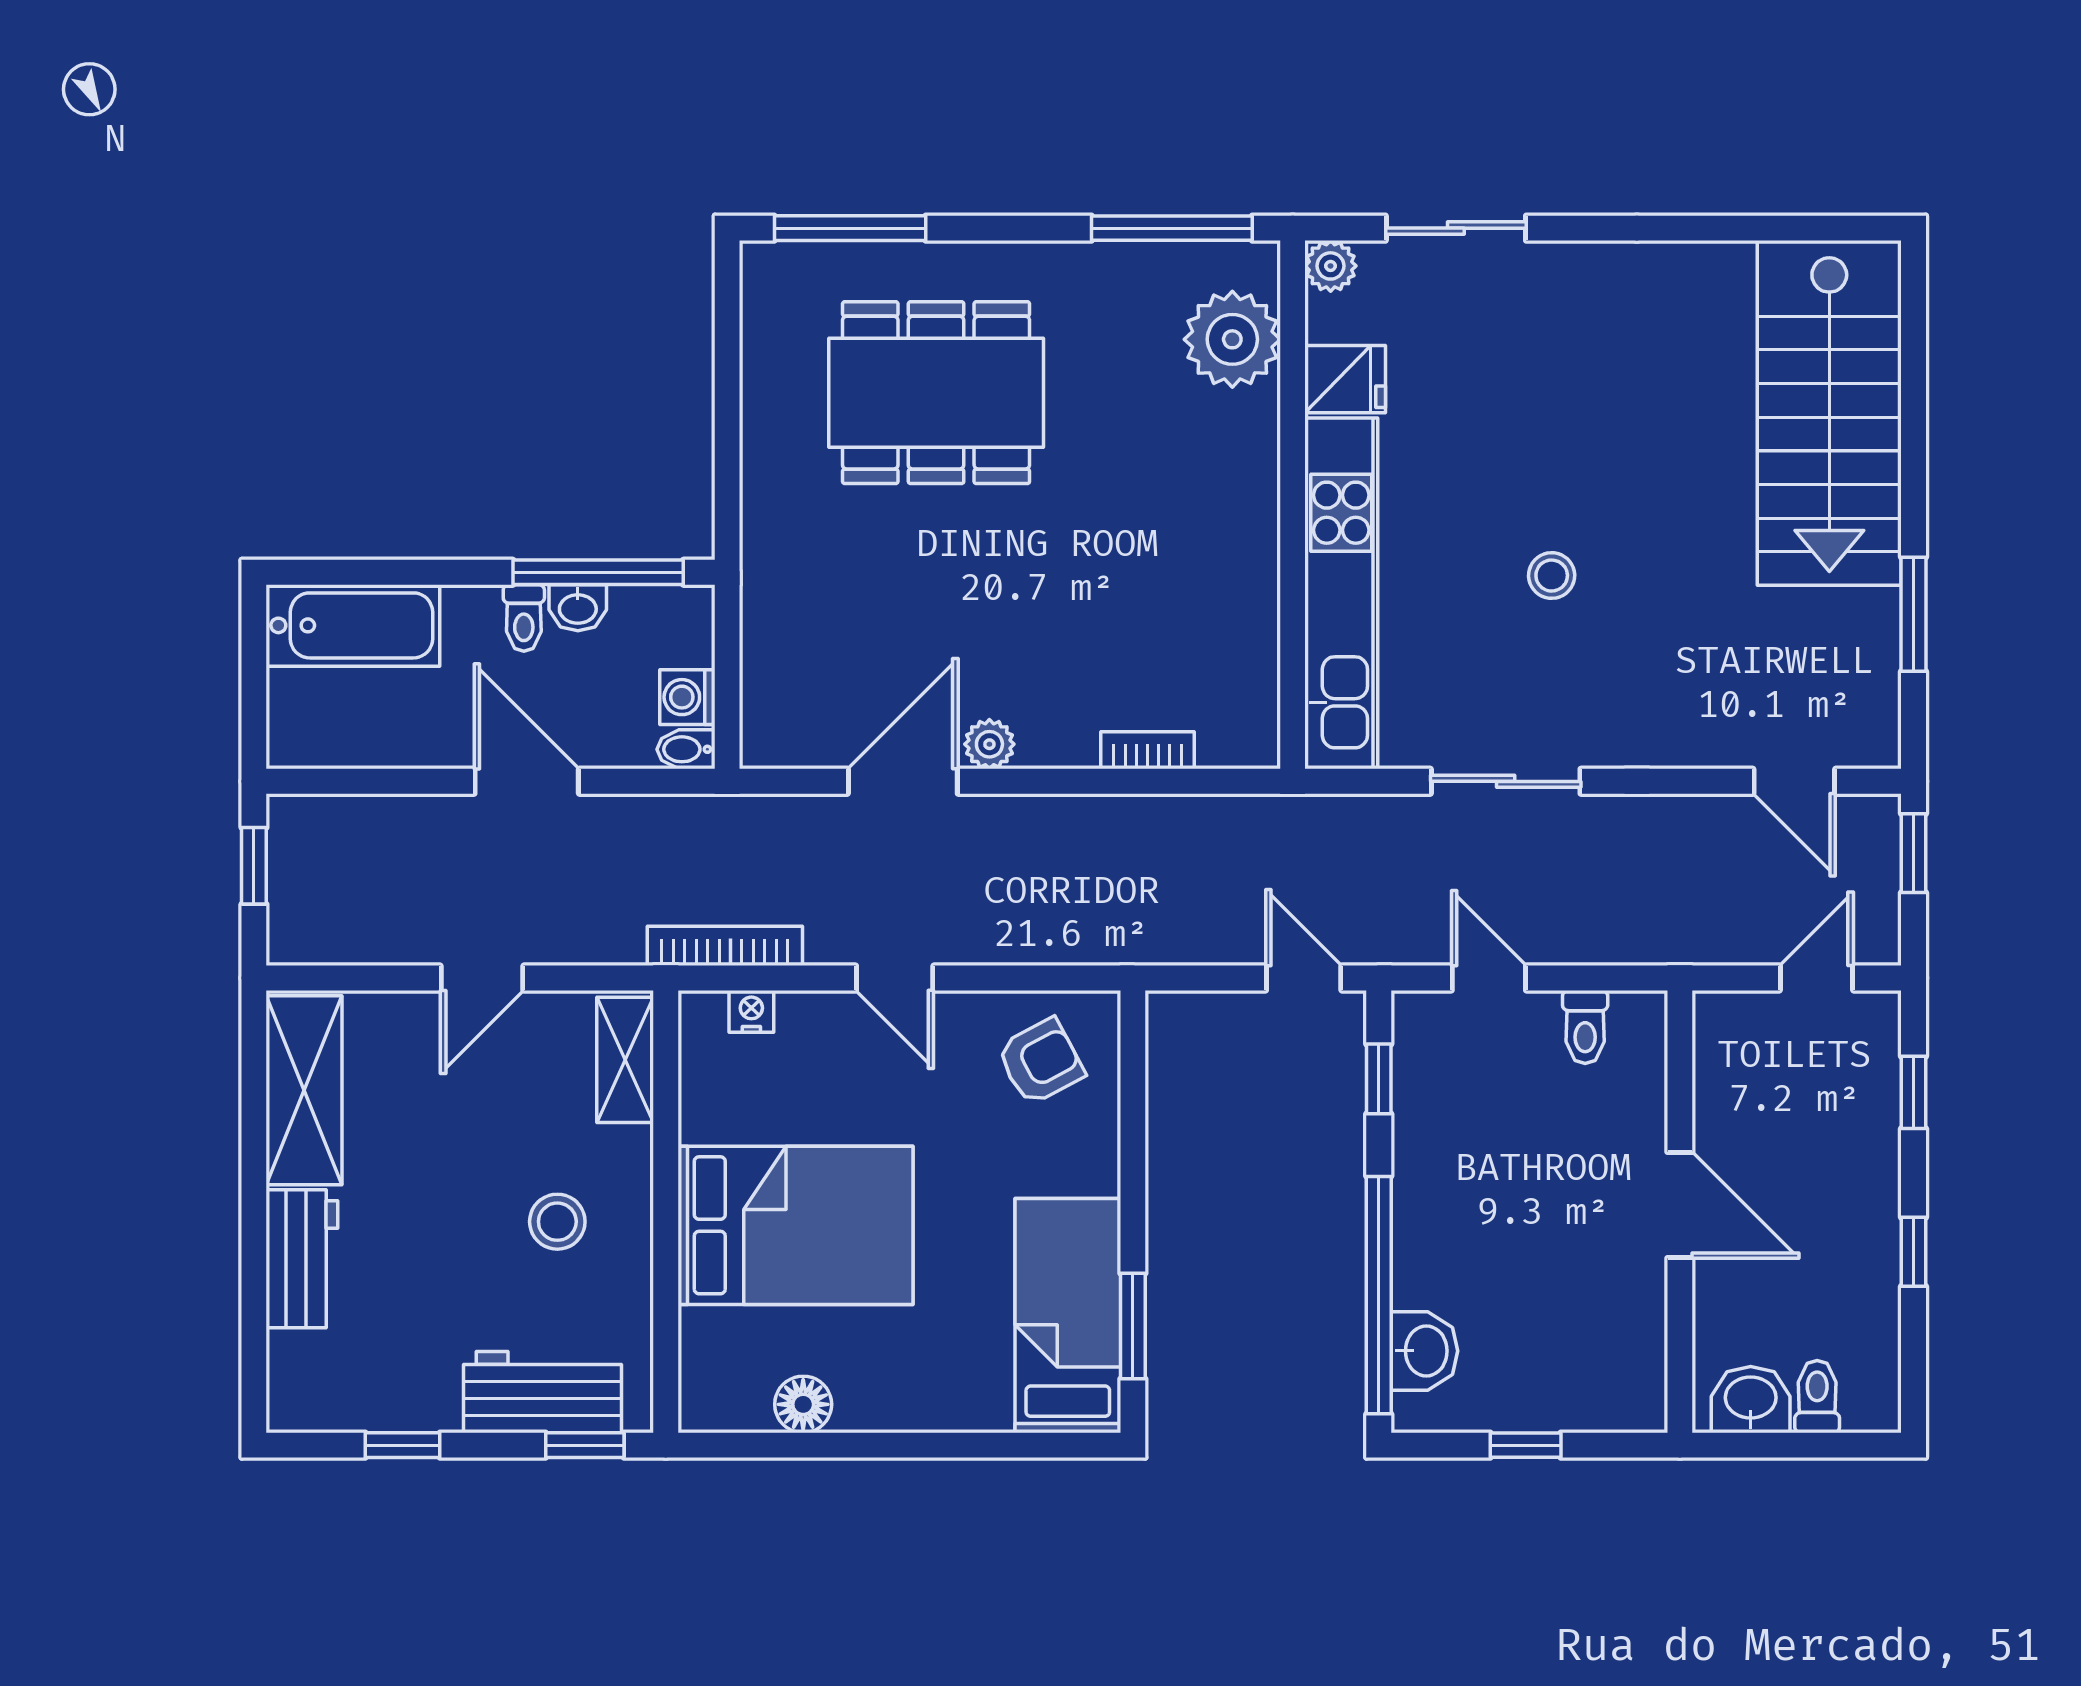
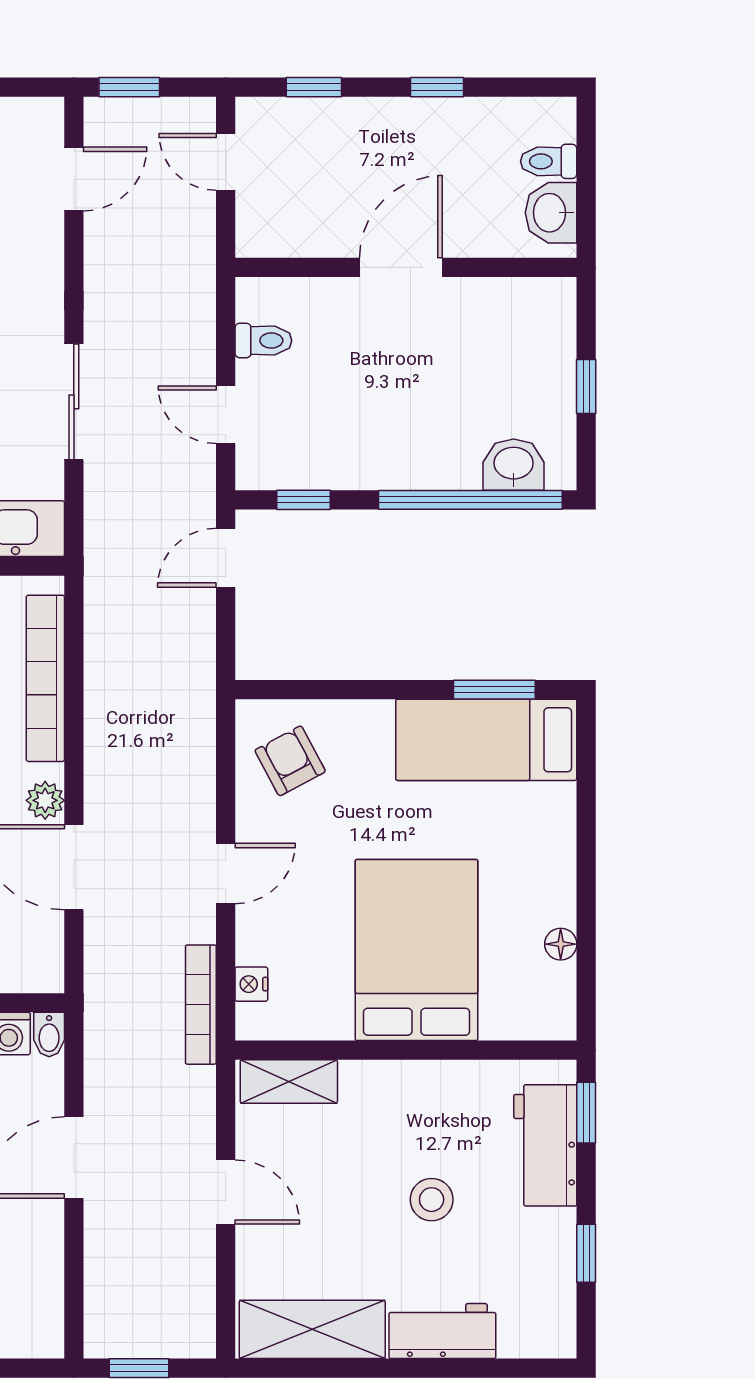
bookcase: (1148, 750) -> (45, 678), width x2.31, depth x1.31
door: (1489, 978) -> (226, 415), hinge flipped
stool: (557, 1222) -> (432, 1200), moved
floor lamp: (803, 1404) -> (561, 944), width x0.73, depth x0.73

